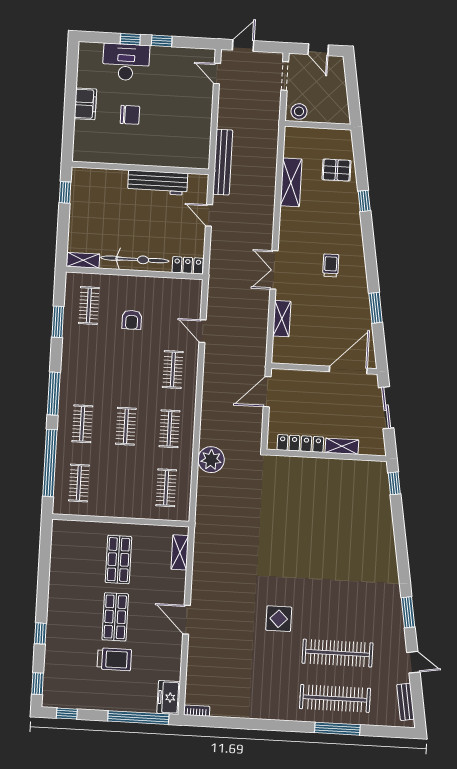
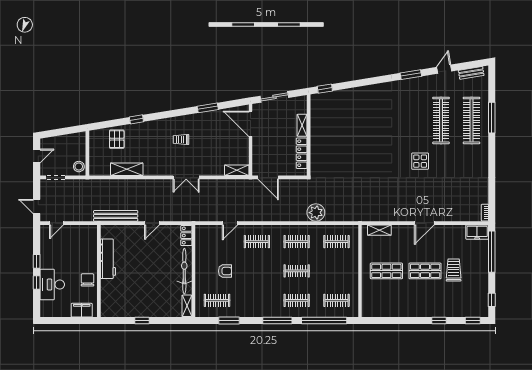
wall: (140, 168) -> (99, 271), moved
workbench: (158, 183) -> (108, 259), moved
shelving: (282, 319) -> (237, 170), moved

